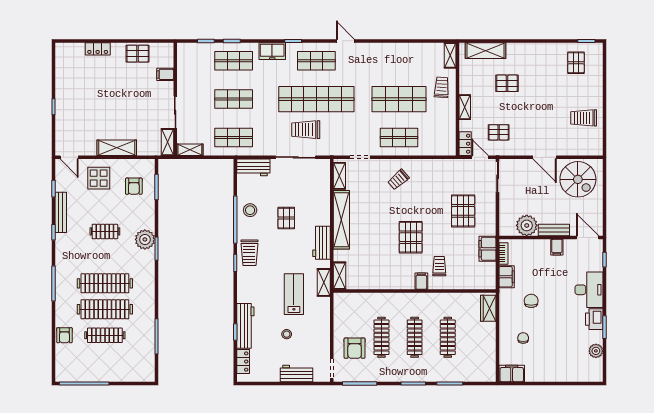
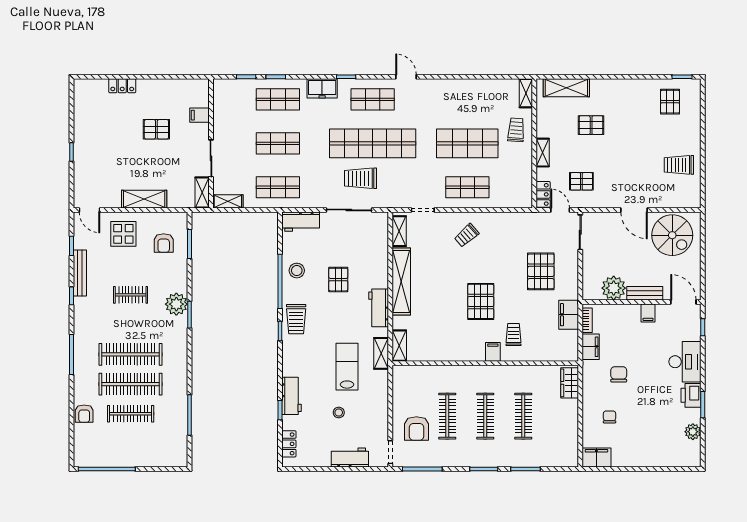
pallet: (138, 54) -> (156, 129), moved
workbench: (245, 326) -> (291, 396), width x0.73

